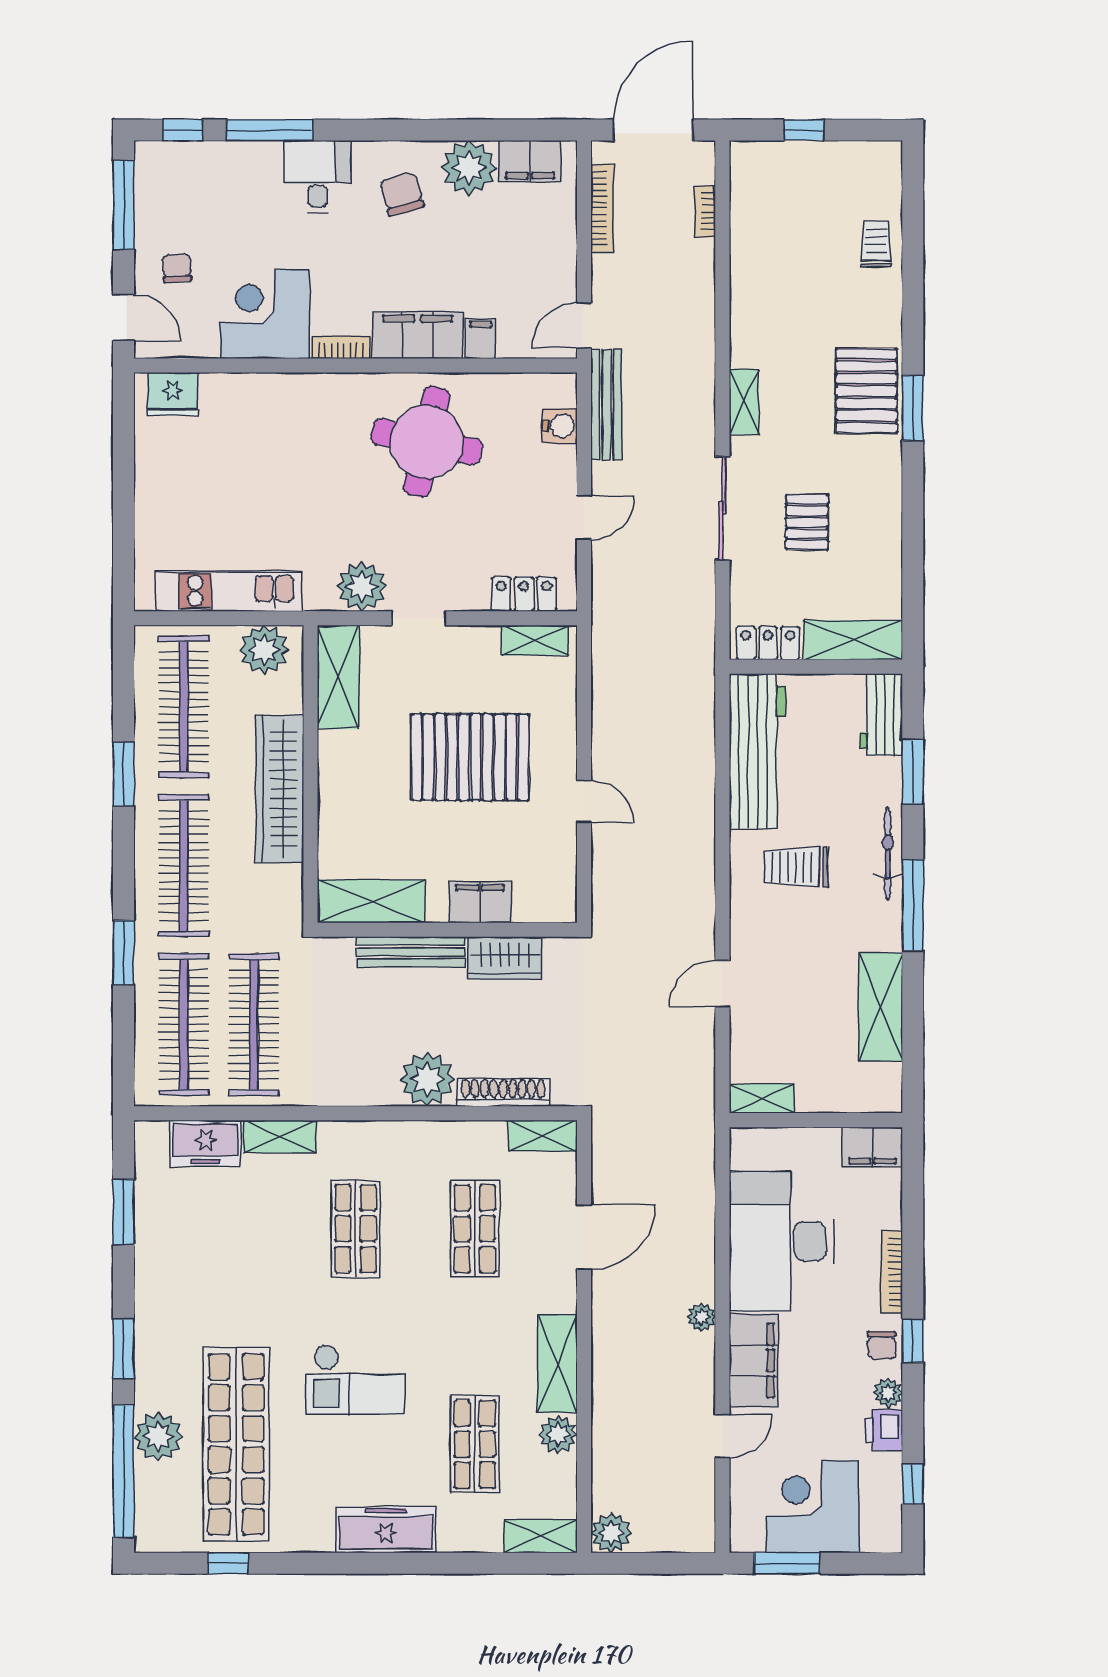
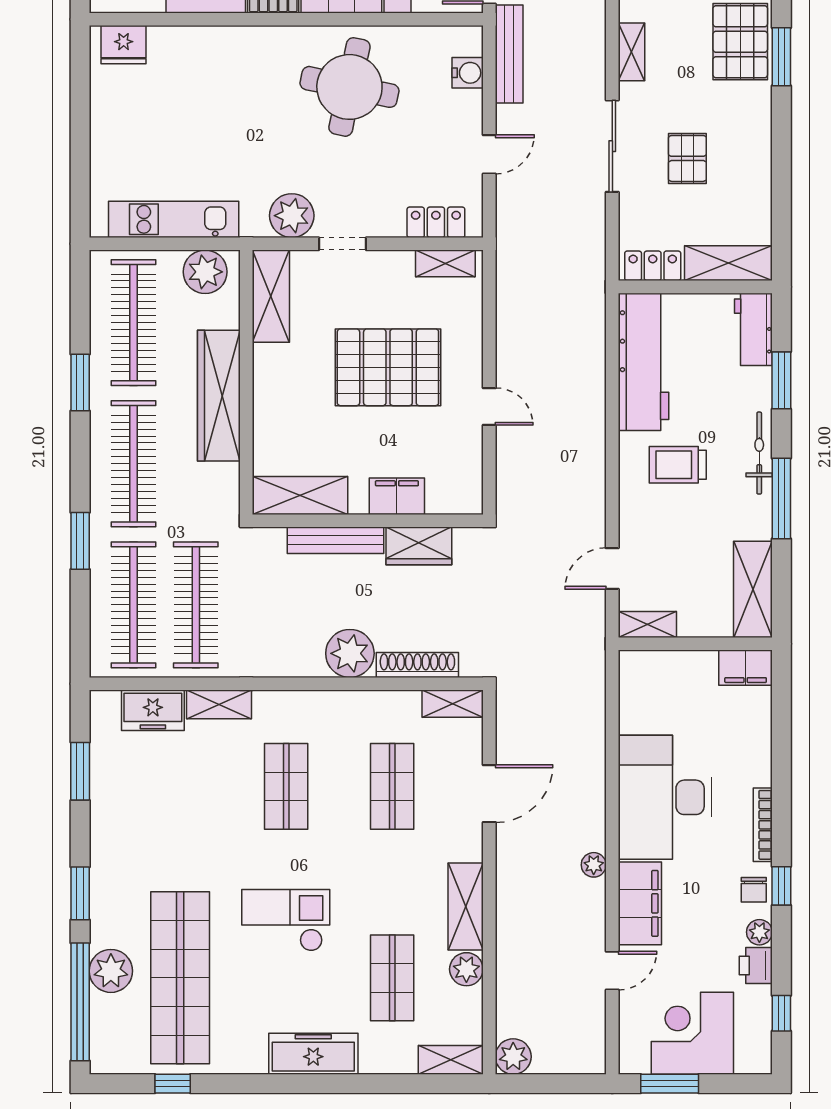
shelving: (762, 1099) -> (647, 625), moved
wall: (816, 1120) -> (695, 644), moved
filing cabinet: (872, 1147) -> (746, 668), moved
checkout: (355, 1379) -> (286, 920), turned 180

